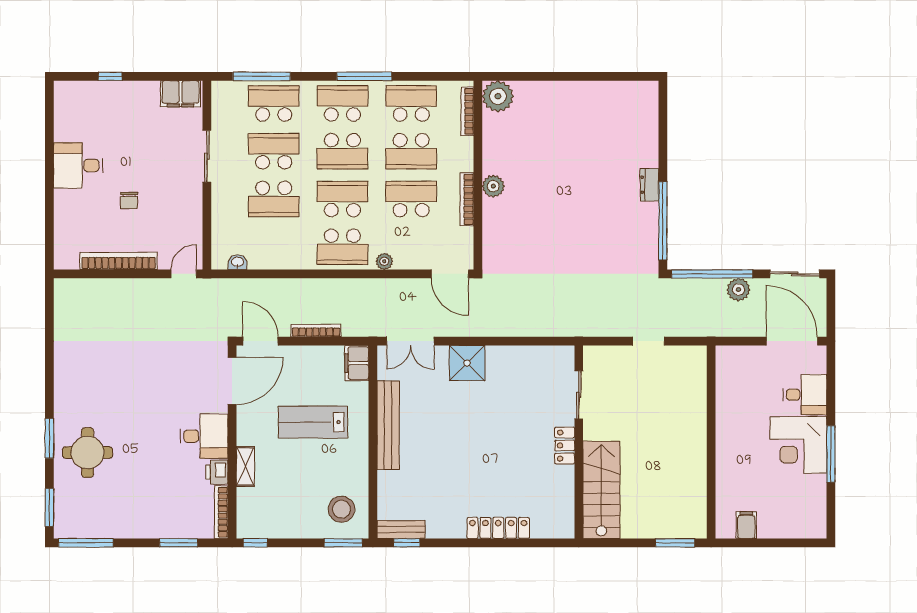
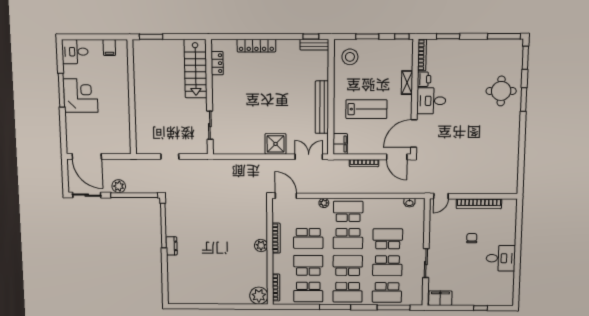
desk: (805, 395) -> (75, 52), moved
locker: (565, 445) -> (217, 63), moved
window: (343, 543) -> (367, 36), moved

